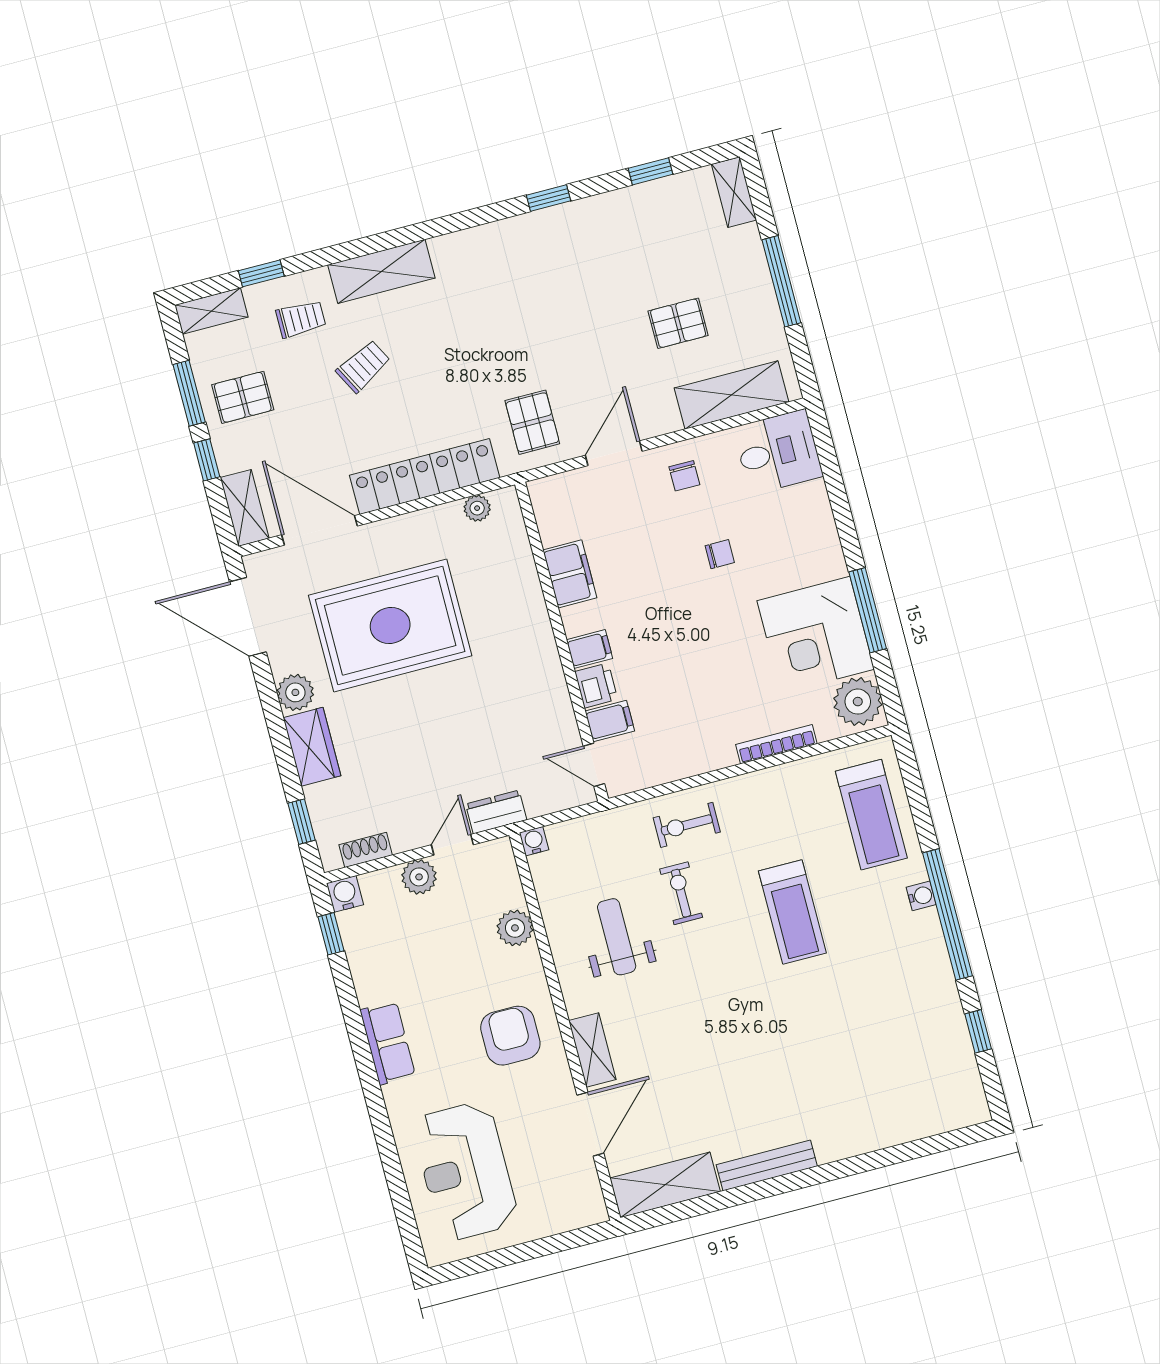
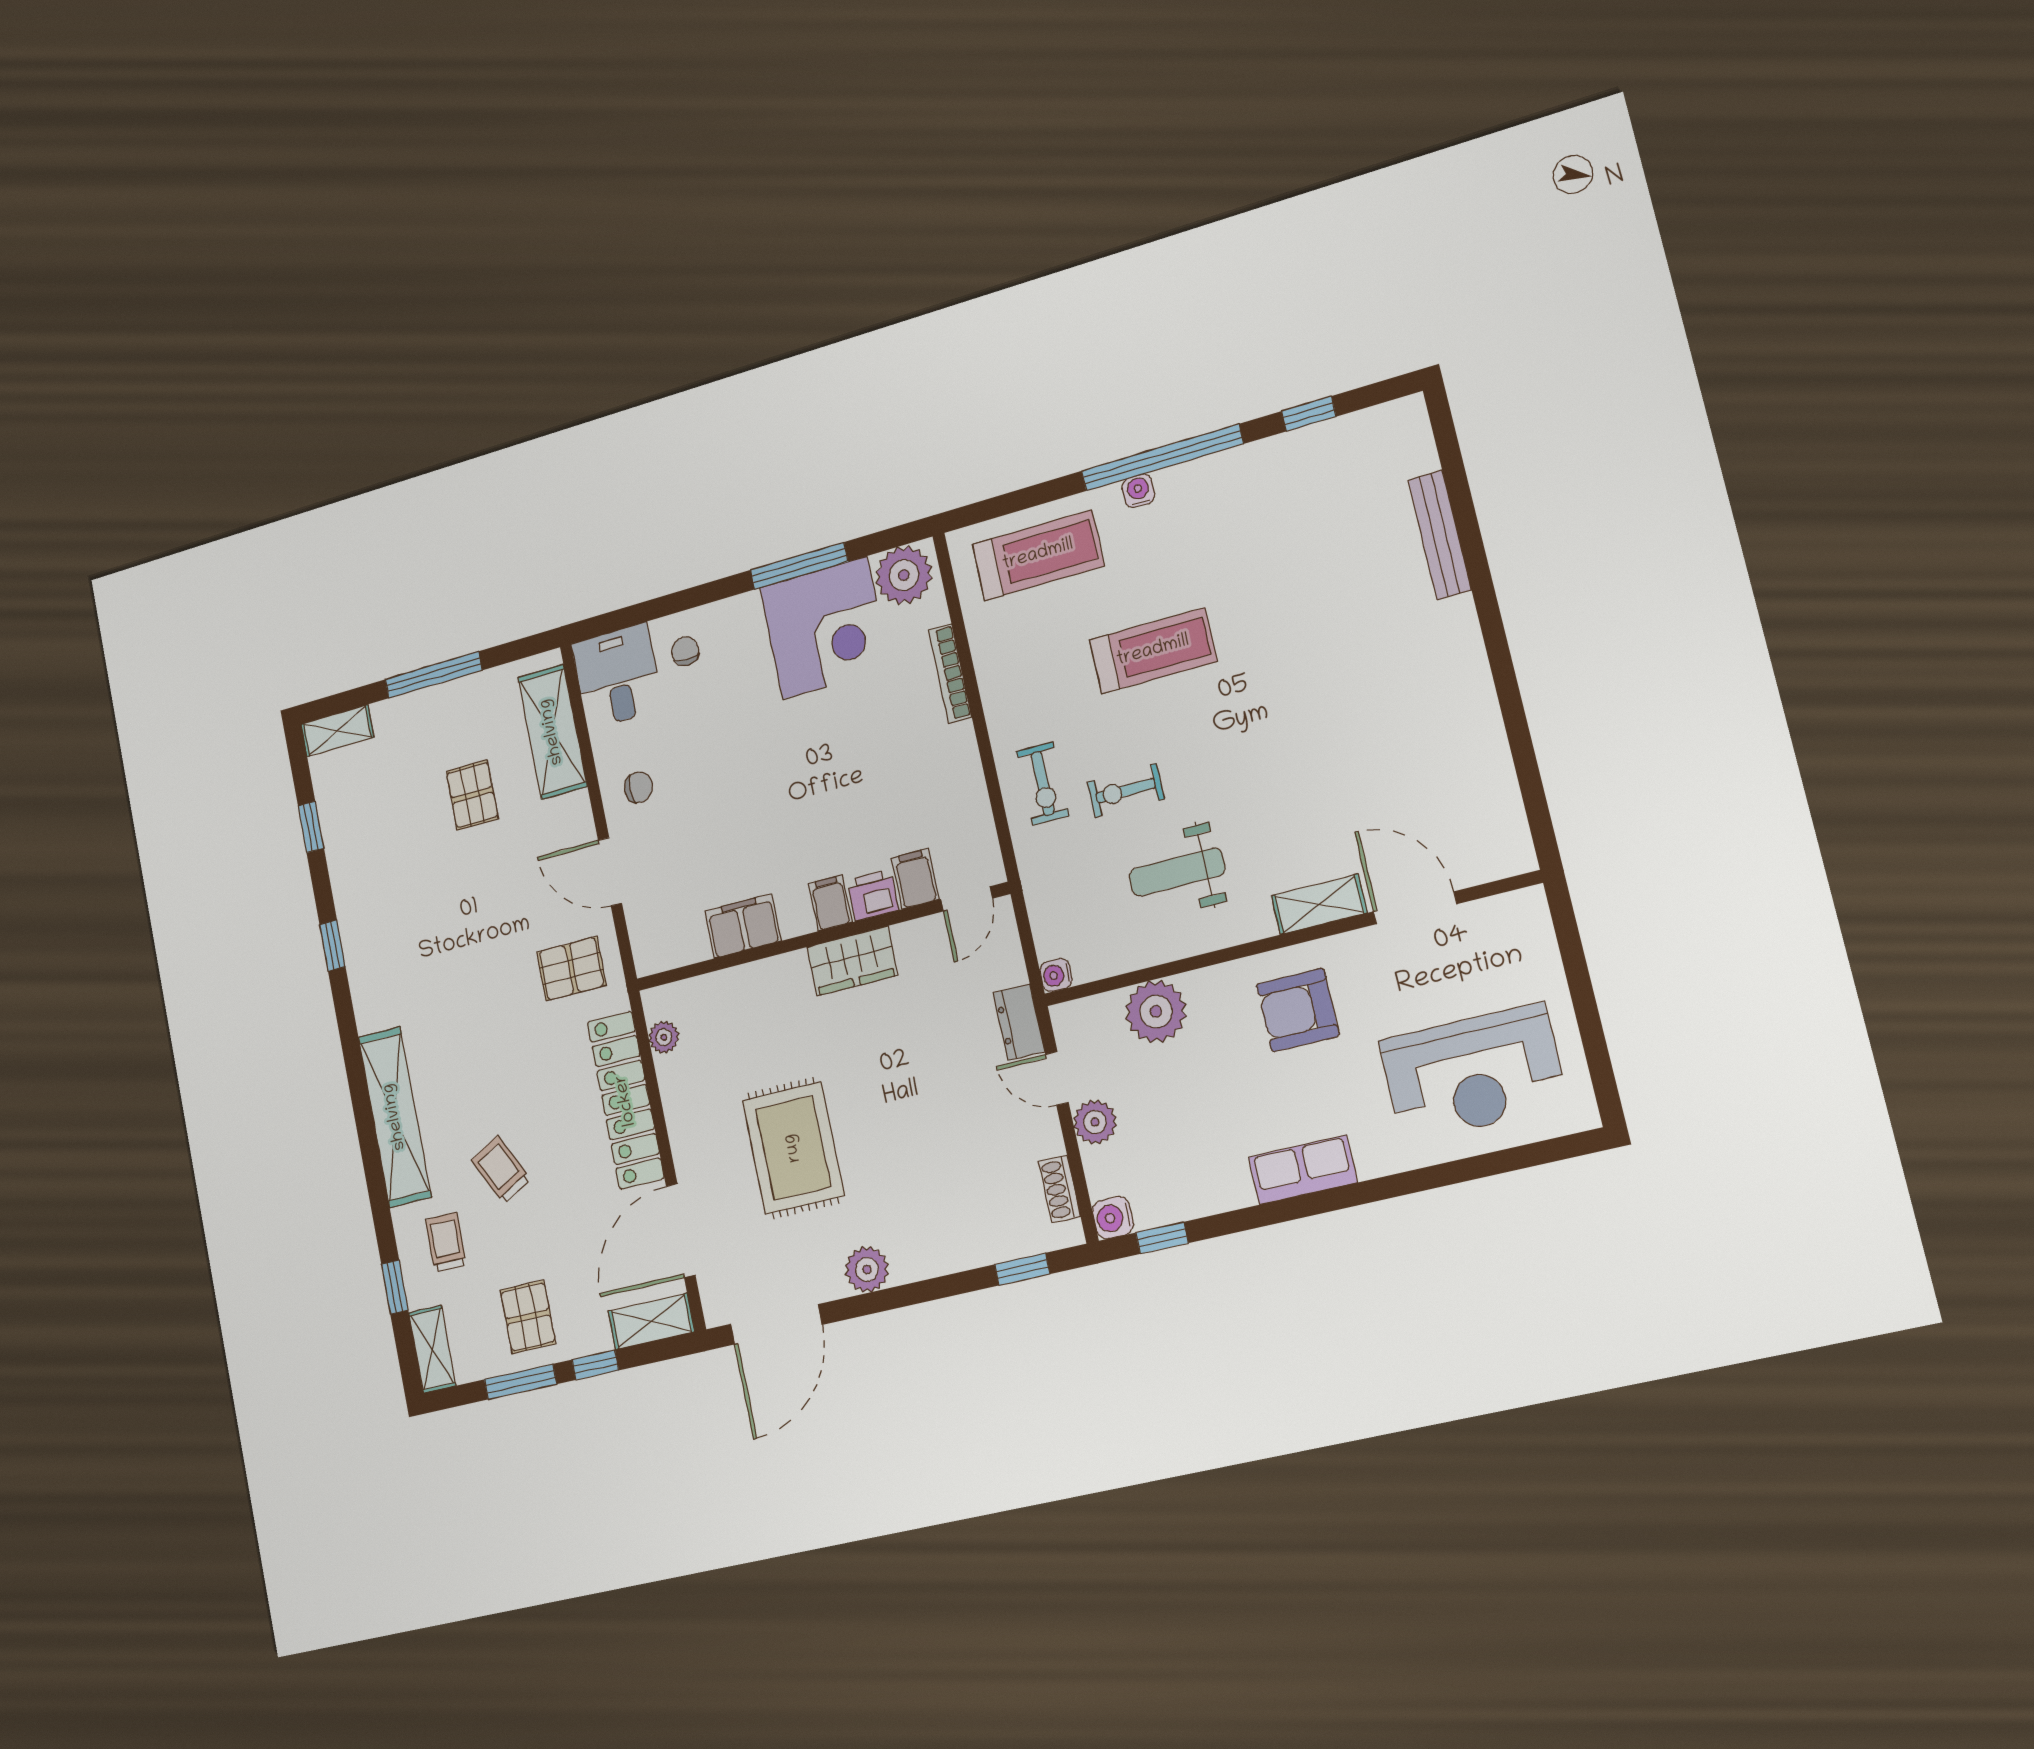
shelving: (381, 271) -> (395, 1117), width x1.47
chair: (720, 554) -> (685, 651), moved
rug: (390, 625) -> (793, 1148), width x0.73, depth x0.69
wardrobe: (312, 747) -> (852, 961), moved, turned 180
plant: (515, 928) -> (1156, 1011), width x1.36, depth x1.36
bench: (767, 1165) -> (1440, 535), moved
shelving: (665, 1185) -> (1497, 811), removed

